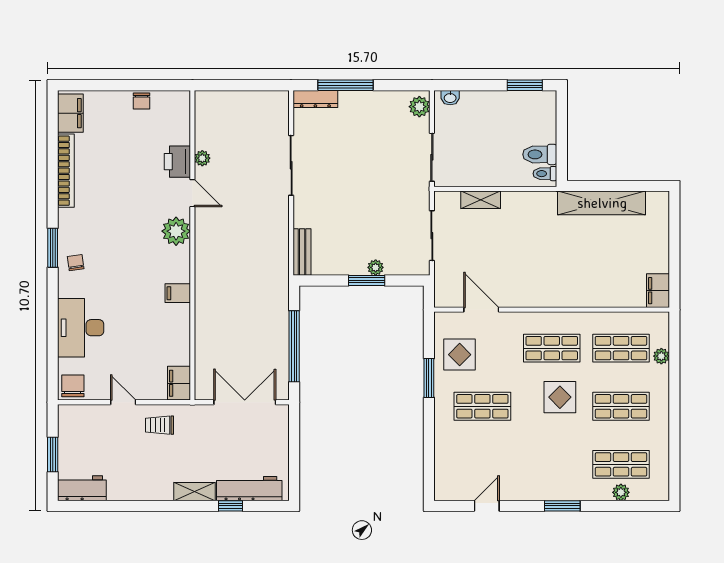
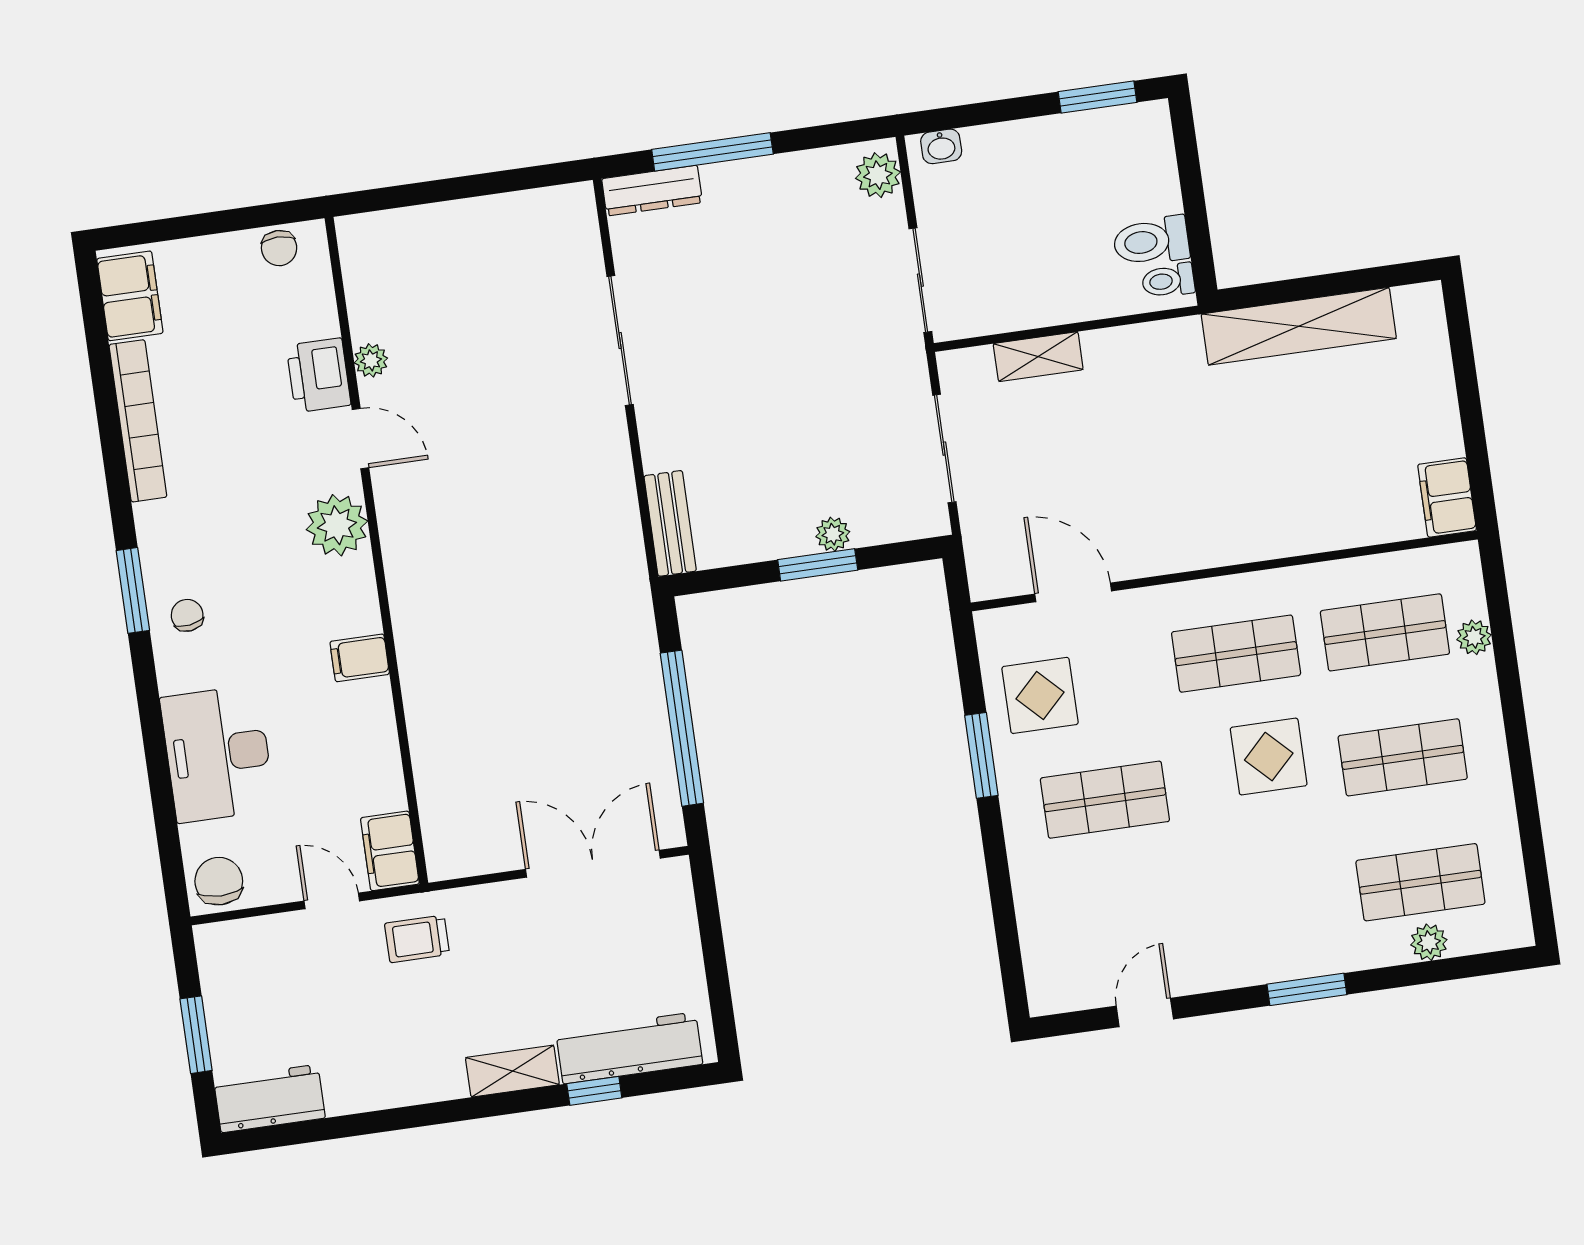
plant: (202, 158) -> (371, 360), moved
printer: (177, 162) -> (319, 375), moved
door: (192, 193) -> (360, 439), moved
plant: (176, 231) -> (337, 525), moved
wall: (192, 245) -> (376, 550), moved
filing cabinet: (178, 293) -> (360, 658), moved
filing cabinet: (179, 383) -> (390, 851), moved

